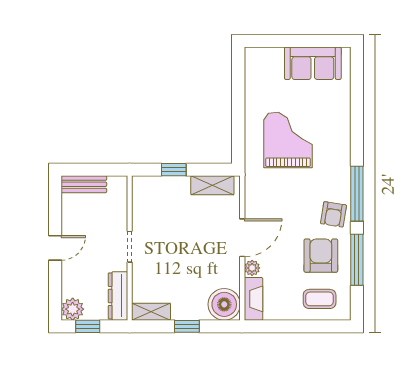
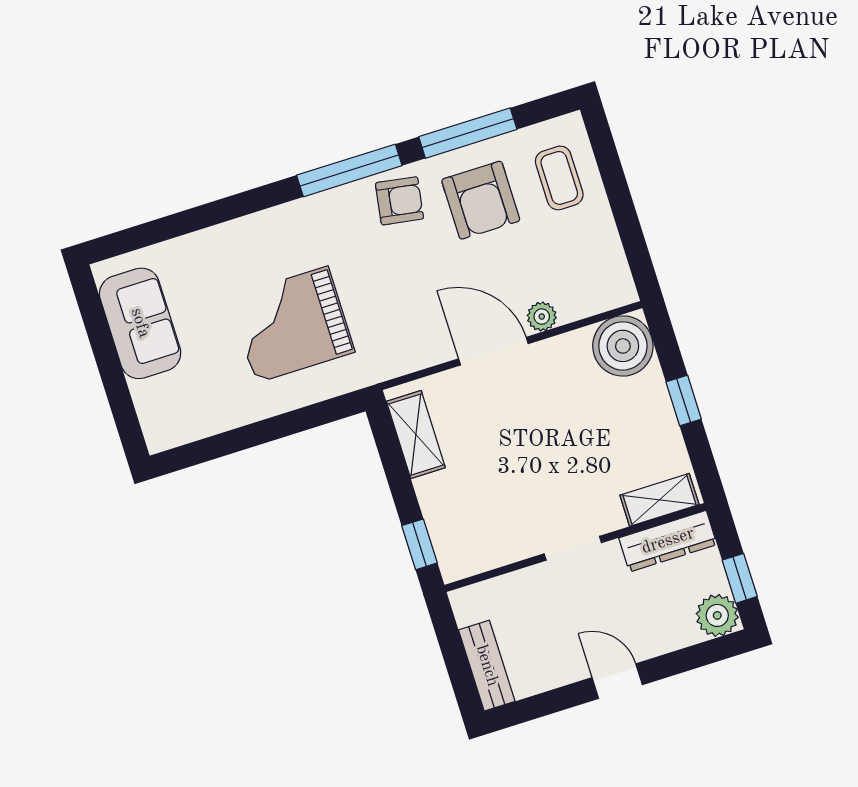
window: (174, 170) -> (420, 544), moved
armchair: (321, 256) -> (481, 200), turned -90
fireplace: (253, 299) -> (596, 297), removed
shelving: (151, 312) -> (659, 500), moved, turned 90

